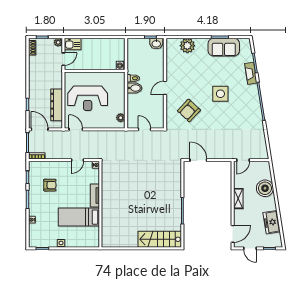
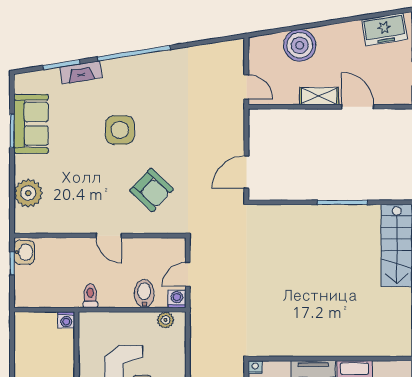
bidet: (134, 88) -> (144, 294), moved
washing machine: (132, 124) -> (177, 299), added
freezer: (272, 222) -> (384, 29), moved
door: (233, 234) -> (358, 107), moved

